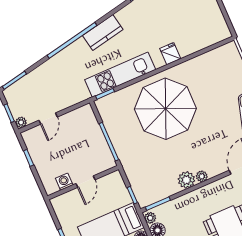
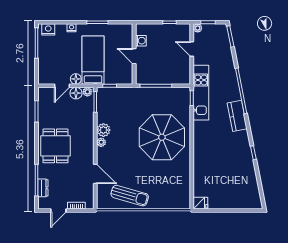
fridge: (170, 54) -> (200, 203), moved
kitchen unit: (120, 75) -> (201, 93), moved

